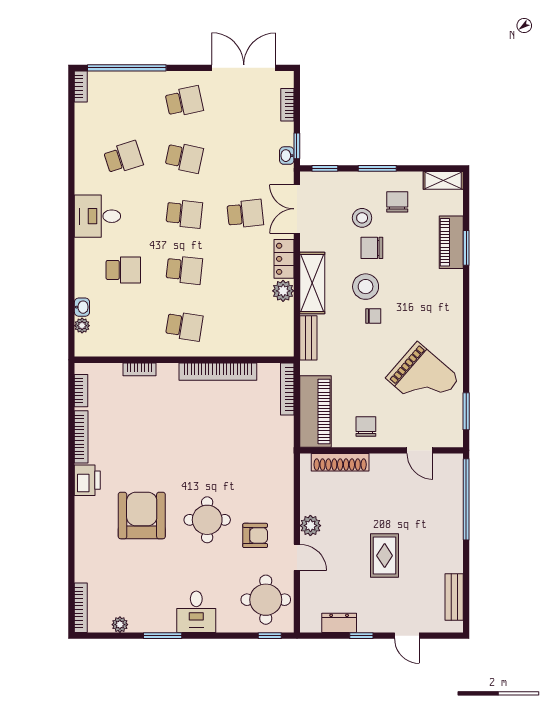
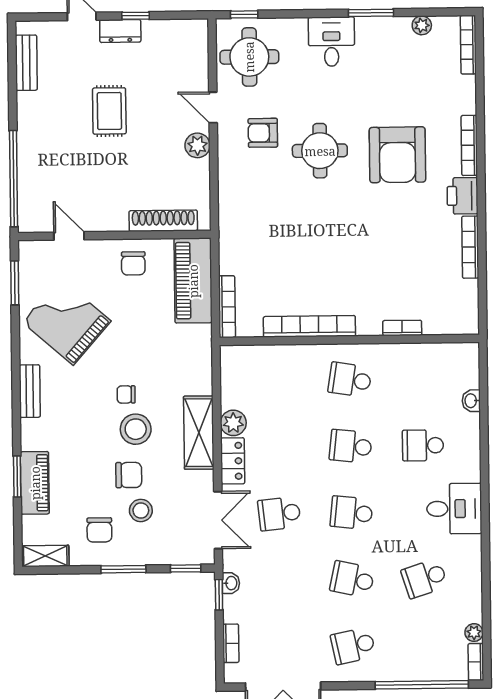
plant: (82, 326) -> (474, 633), moved
bench: (308, 338) -> (30, 391), moved
bookcase: (81, 391) -> (469, 145), moved, width x1.56
dresser: (339, 623) -> (120, 31), moved

